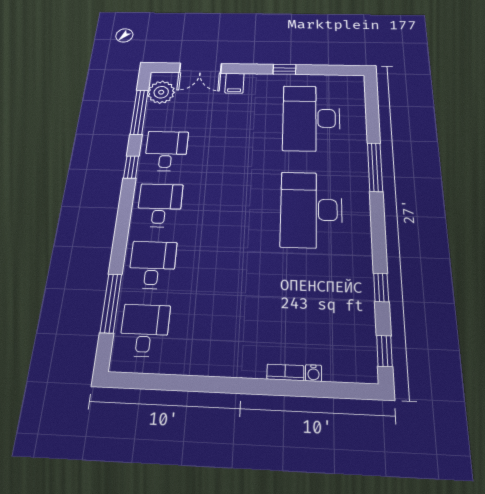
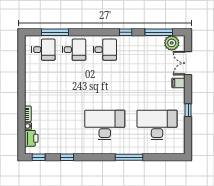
desk: (166, 151) -> (135, 50), removed
printer: (342, 367) -> (31, 138), added

